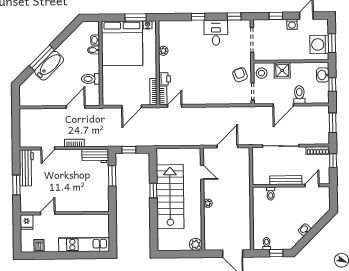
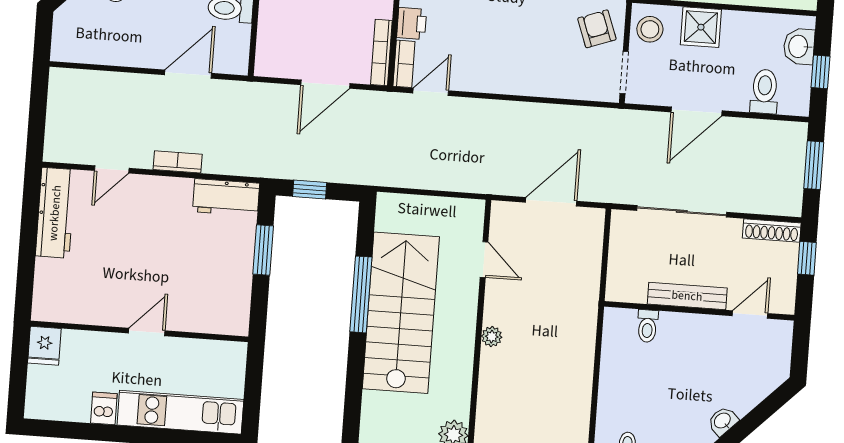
toilet: (299, 95) -> (764, 91), moved
window: (16, 185) -> (27, 253), removed
window: (153, 191) -> (361, 294), width x2.17
door: (48, 213) -> (147, 332), moved
dishwasher: (39, 246) -> (104, 408), moved

